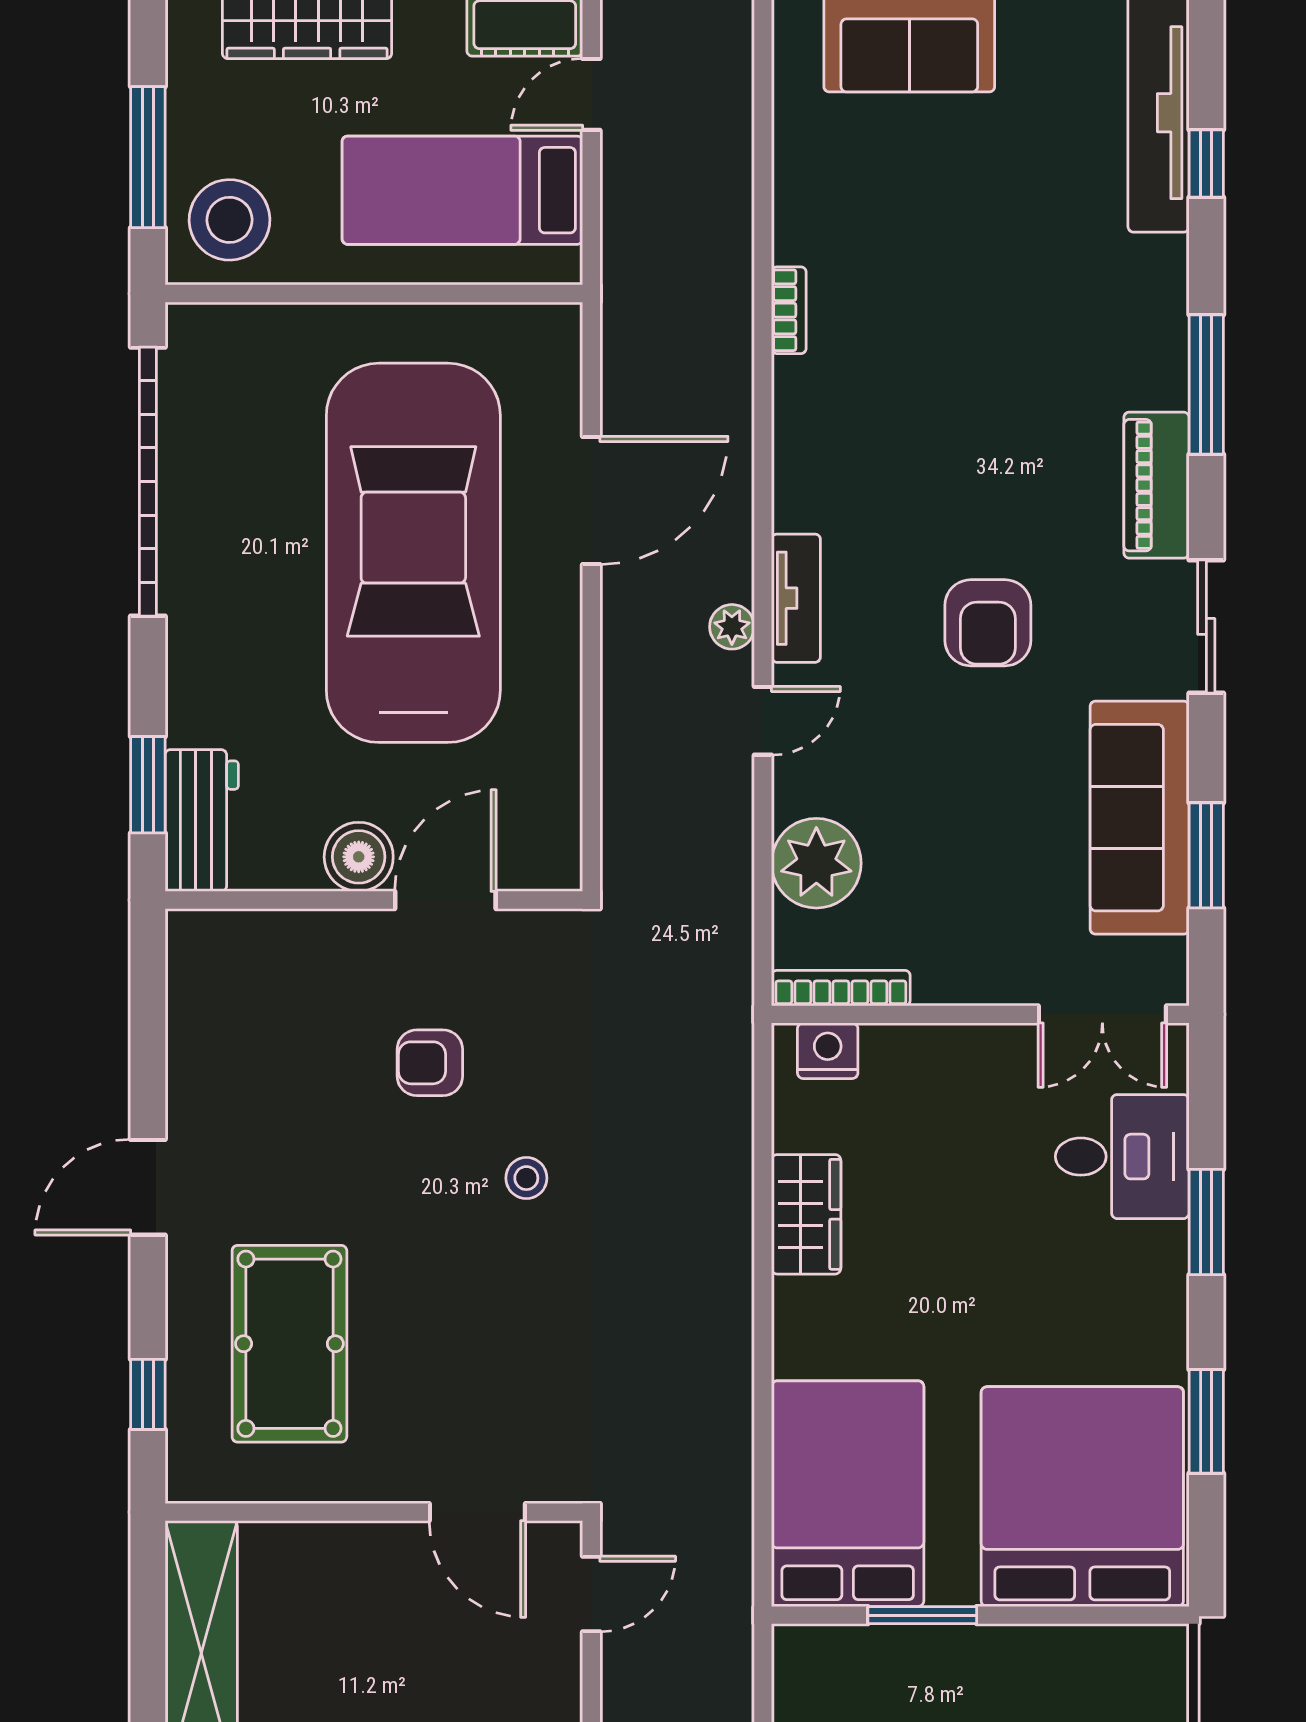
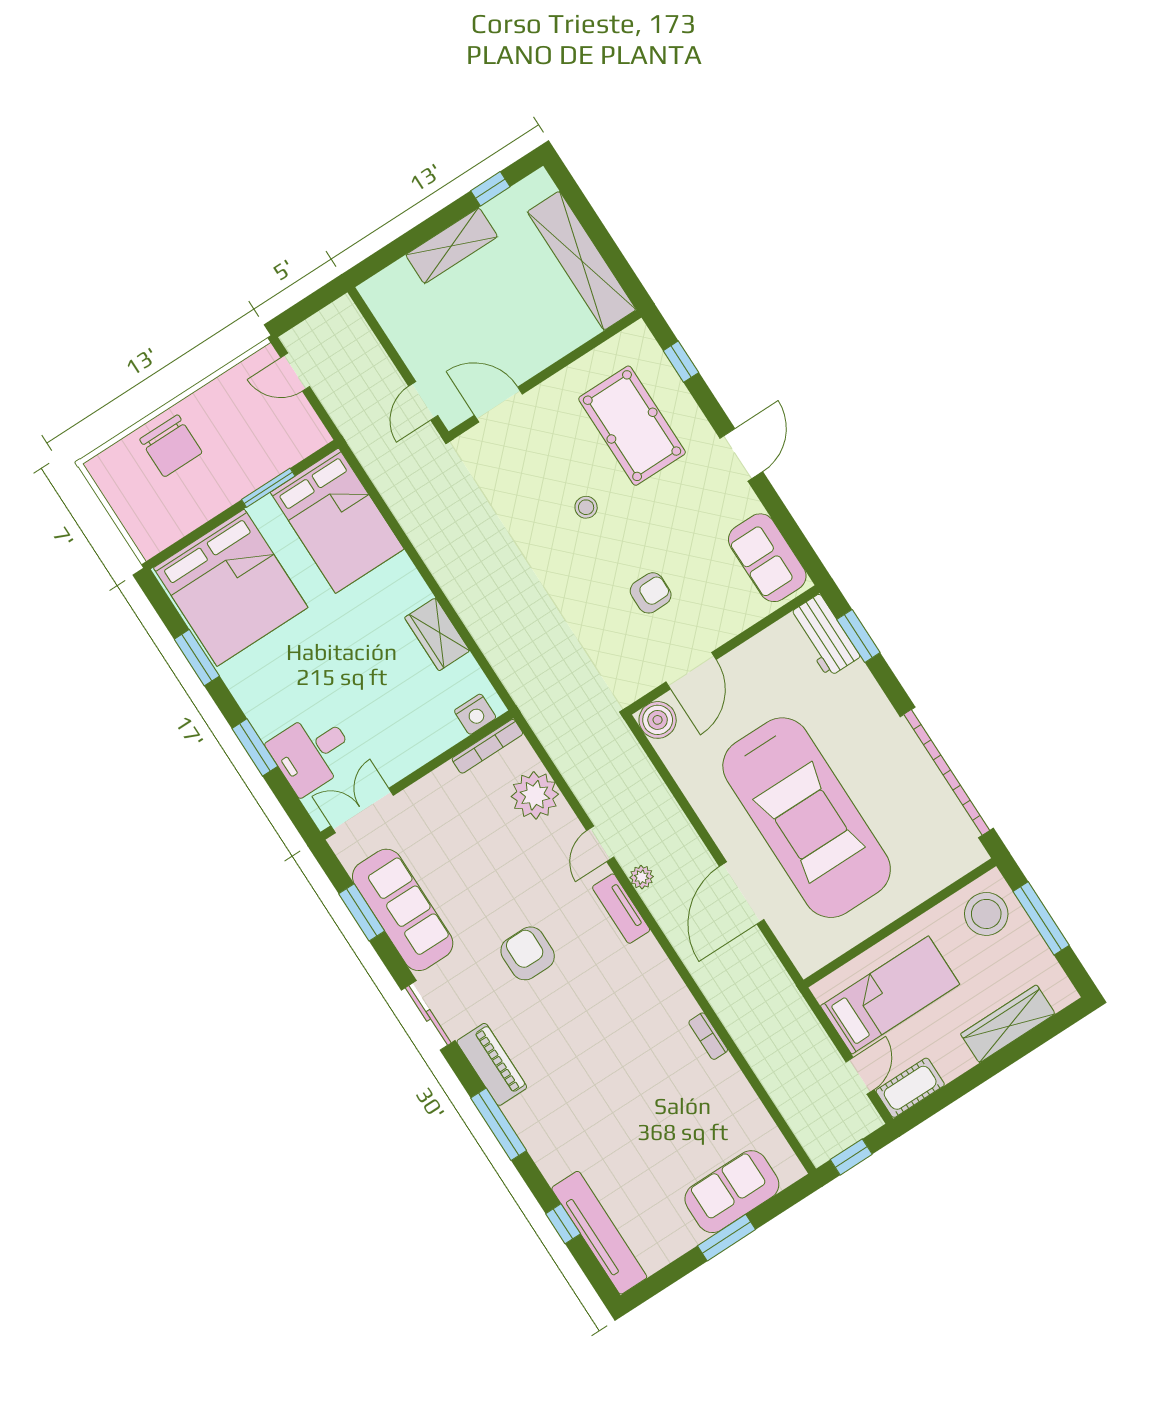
boiler: (359, 857) -> (658, 720), moved
sofa: (212, 1000) -> (767, 558), added
stool: (526, 1178) -> (586, 507), moved

